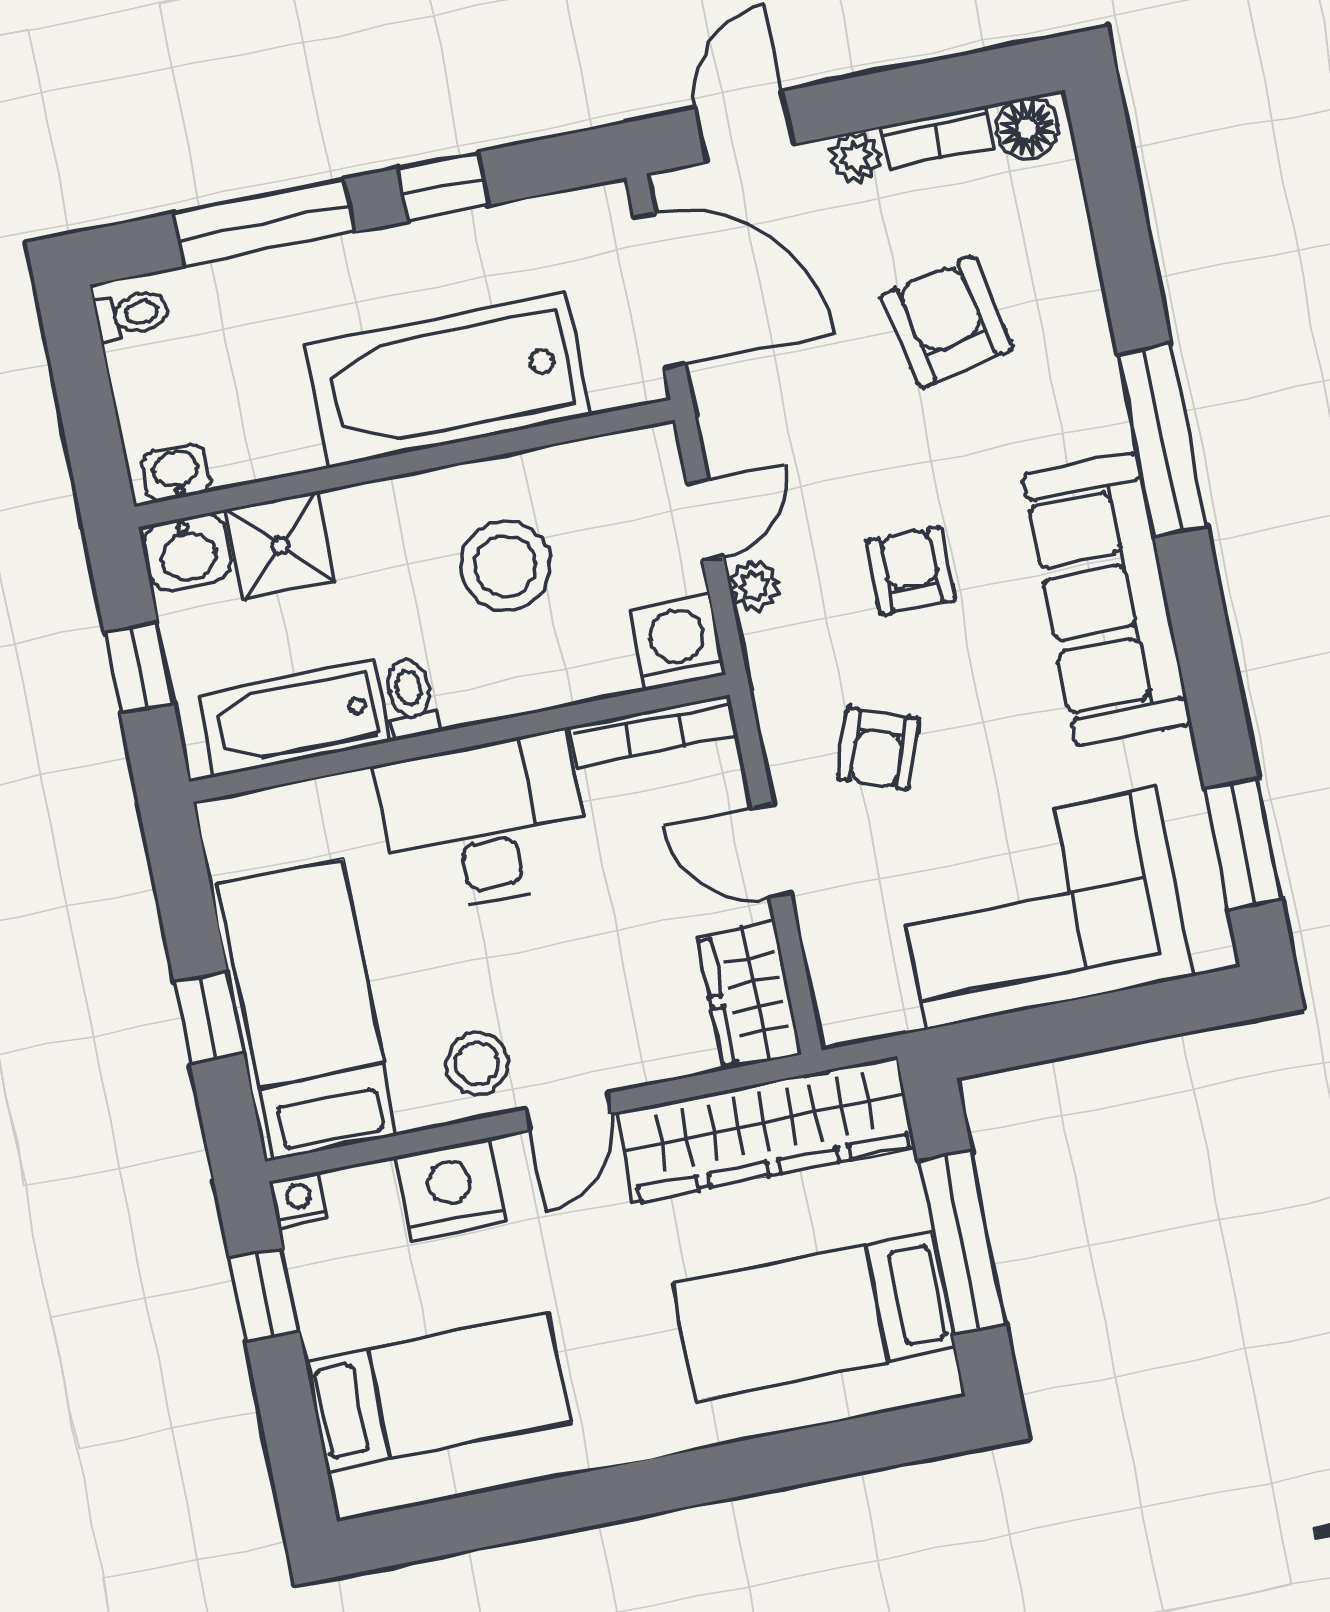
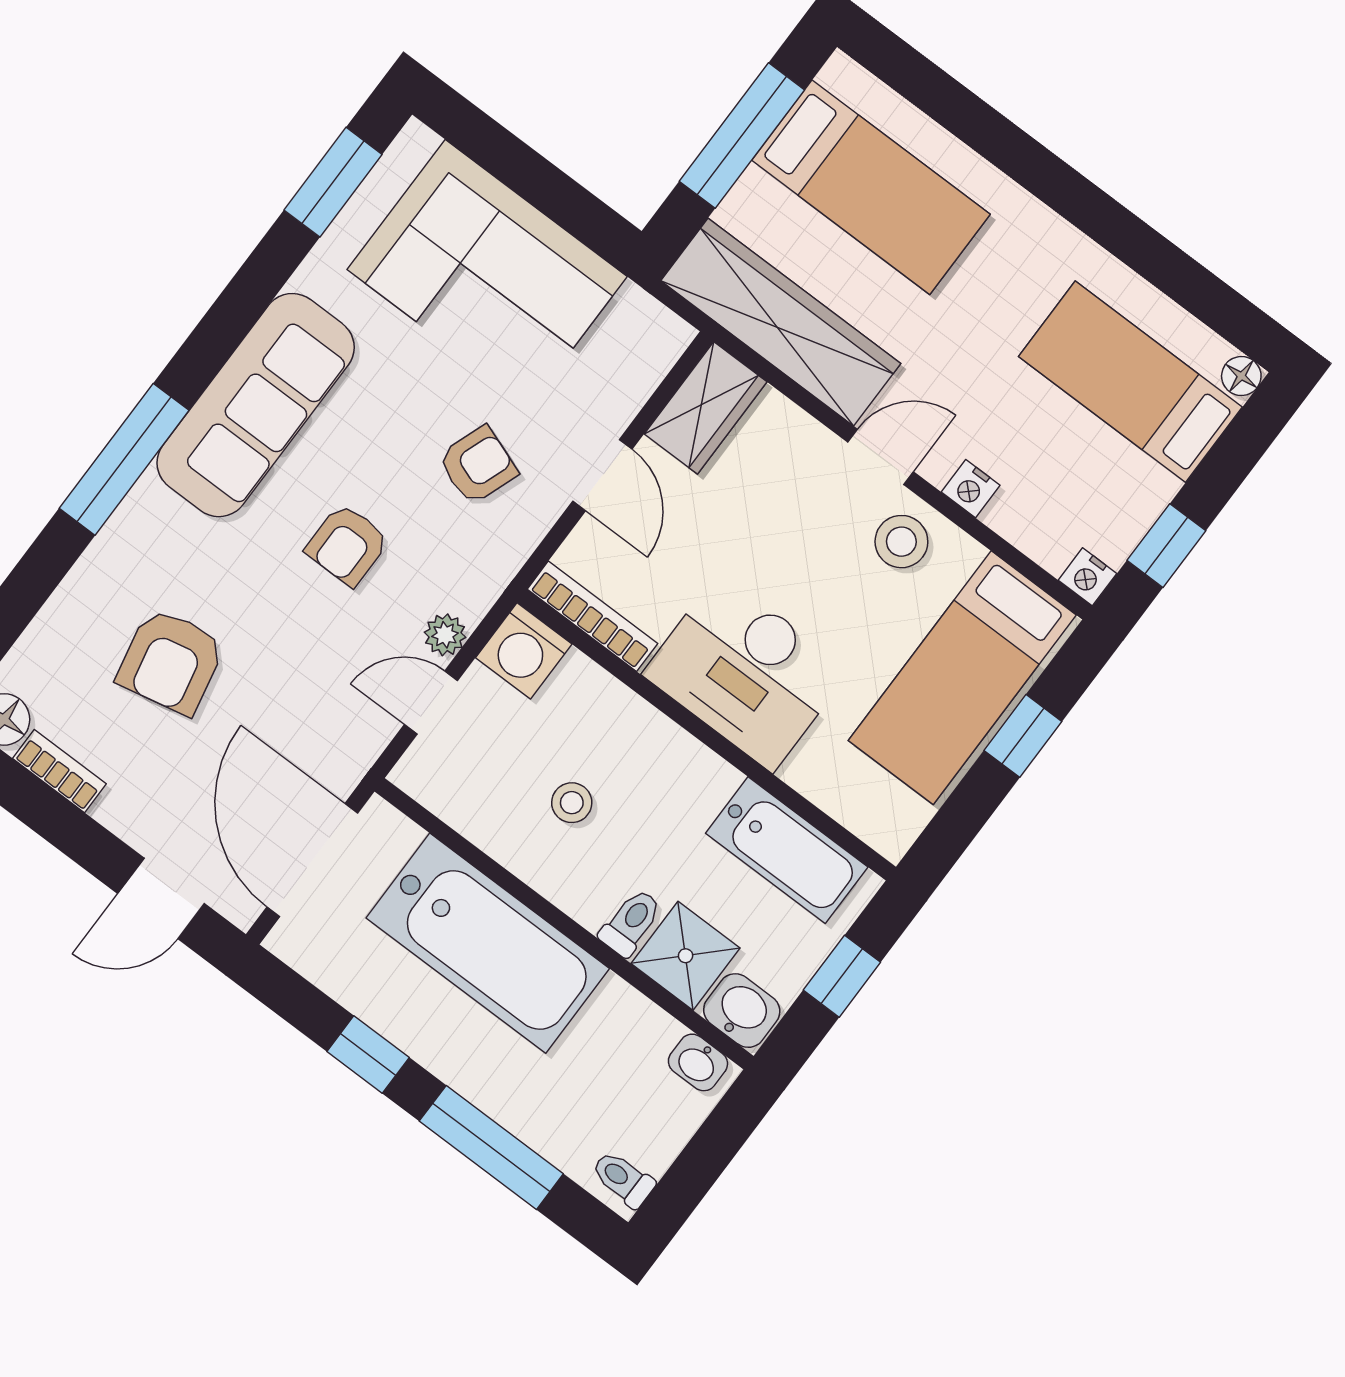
plant: (855, 158) -> (119, 811), removed
stool: (506, 566) -> (572, 803), width x0.53, depth x0.53
toilet: (411, 698) -> (631, 922), moved, turned 180
nightstand: (450, 1189) -> (971, 489), width x0.53, depth x0.56
floor lamp: (355, 1495) -> (1241, 376), added

